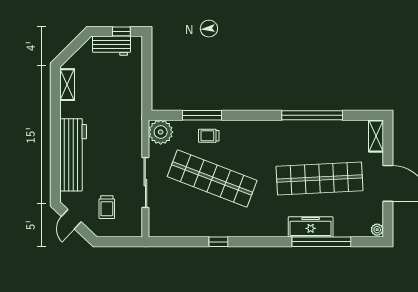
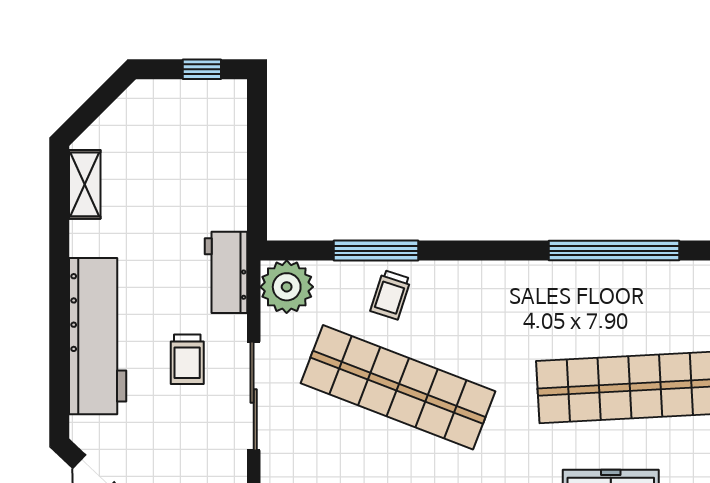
workbench: (112, 46) -> (226, 272), moved, turned 90
trolley: (209, 136) -> (391, 295), turned -72
trolley: (107, 207) -> (187, 359), moved

